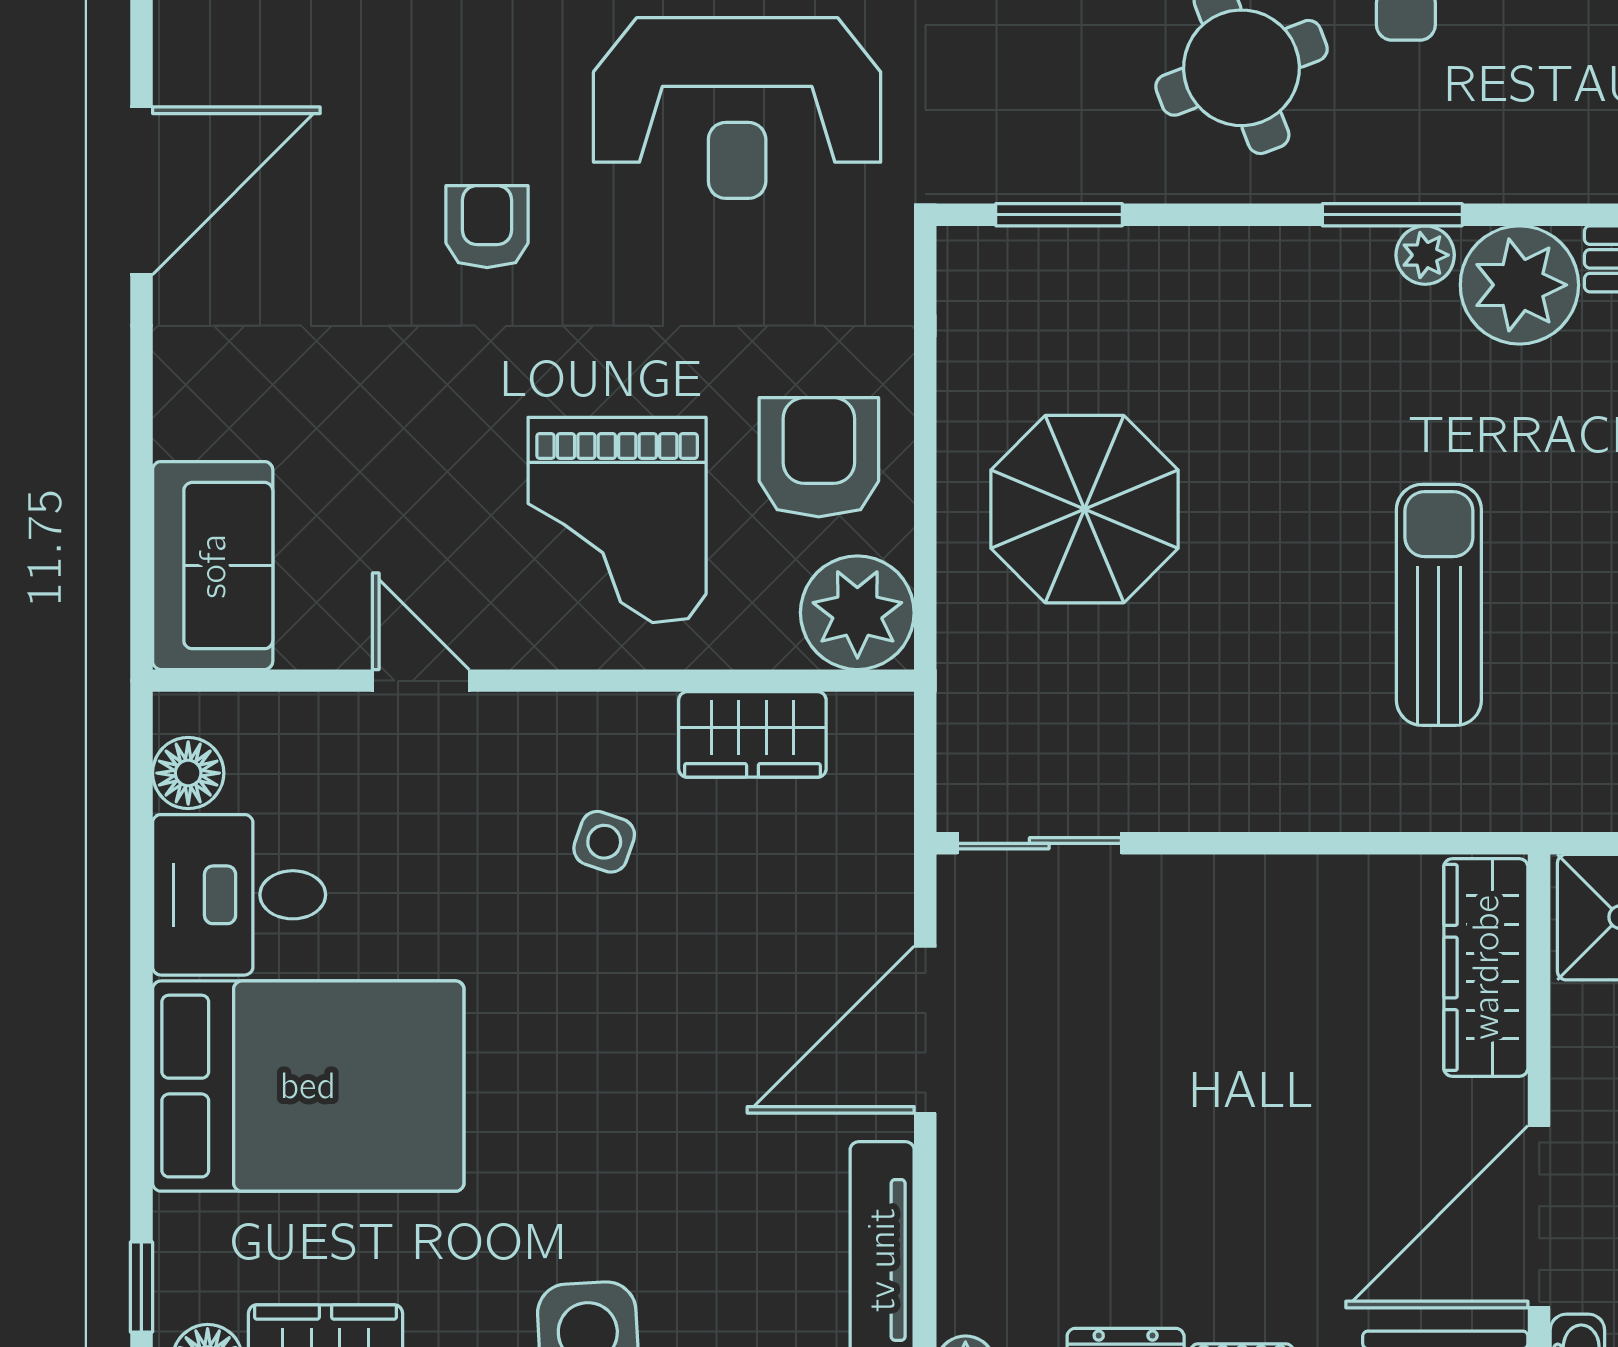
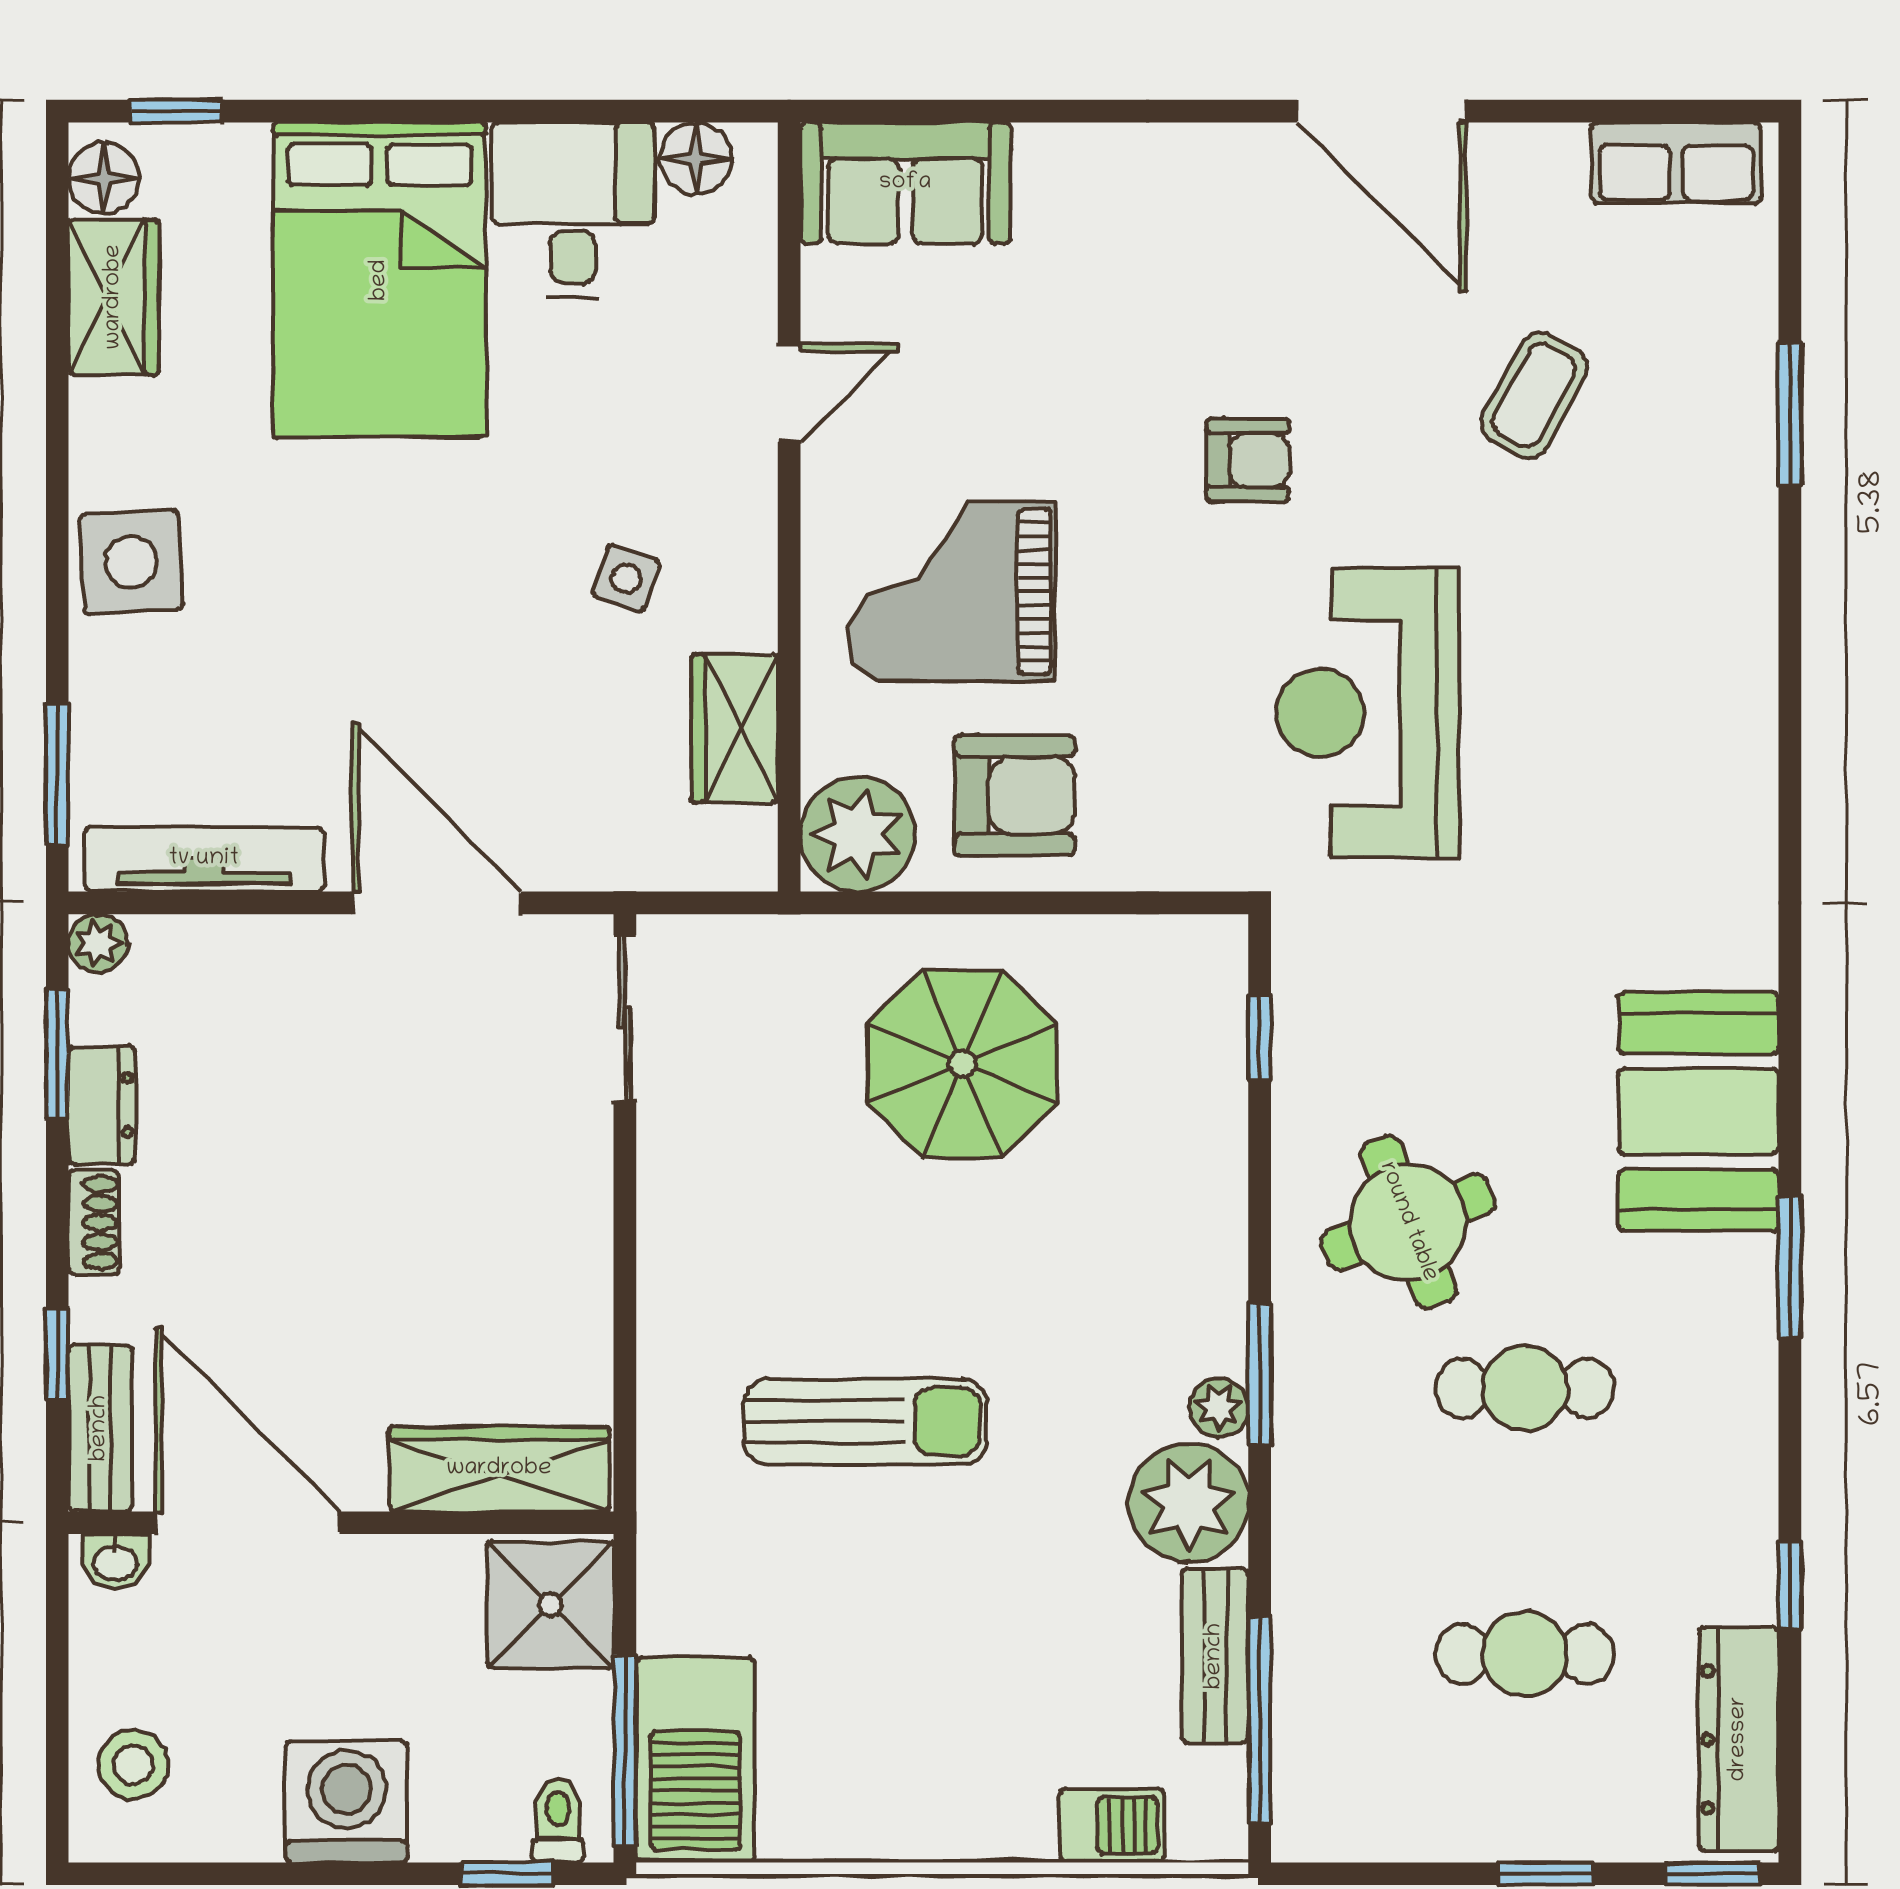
door: (141, 191) -> (1382, 111), moved
window: (1059, 215) -> (1260, 1038), width x0.67

